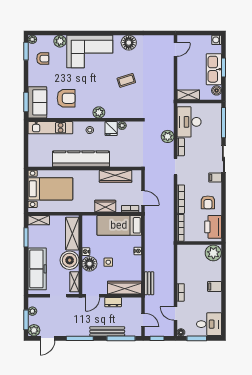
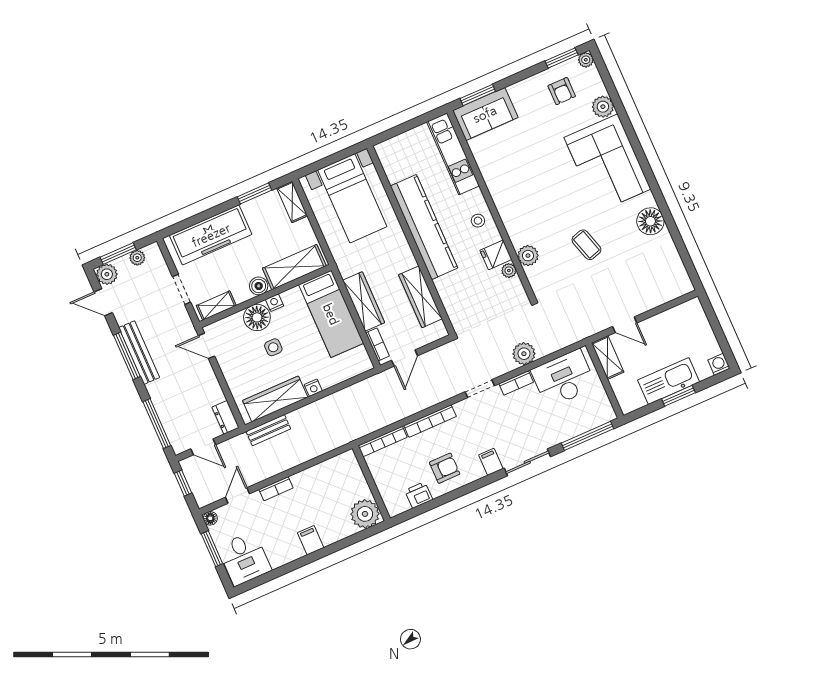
door: (175, 49) -> (625, 325), moved
boiler: (217, 90) -> (636, 401), removed
armchair: (66, 98) -> (513, 159), removed
plant: (99, 112) -> (528, 256), moved
armchair: (208, 202) -> (445, 468), turned 180
wardrobe: (105, 206) -> (364, 301), width x1.50
bed: (119, 225) -> (331, 314), moved, turned 180
printer: (213, 227) -> (419, 495), width x0.53, depth x0.68
boiler: (70, 260) -> (259, 286), width x0.54, depth x0.54
wardrobe: (125, 288) -> (275, 399), moved, turned -90
dresser: (113, 302) -> (226, 417), moved
door: (143, 320) -> (203, 447), hinge flipped
bench: (107, 331) -> (139, 353), moved

